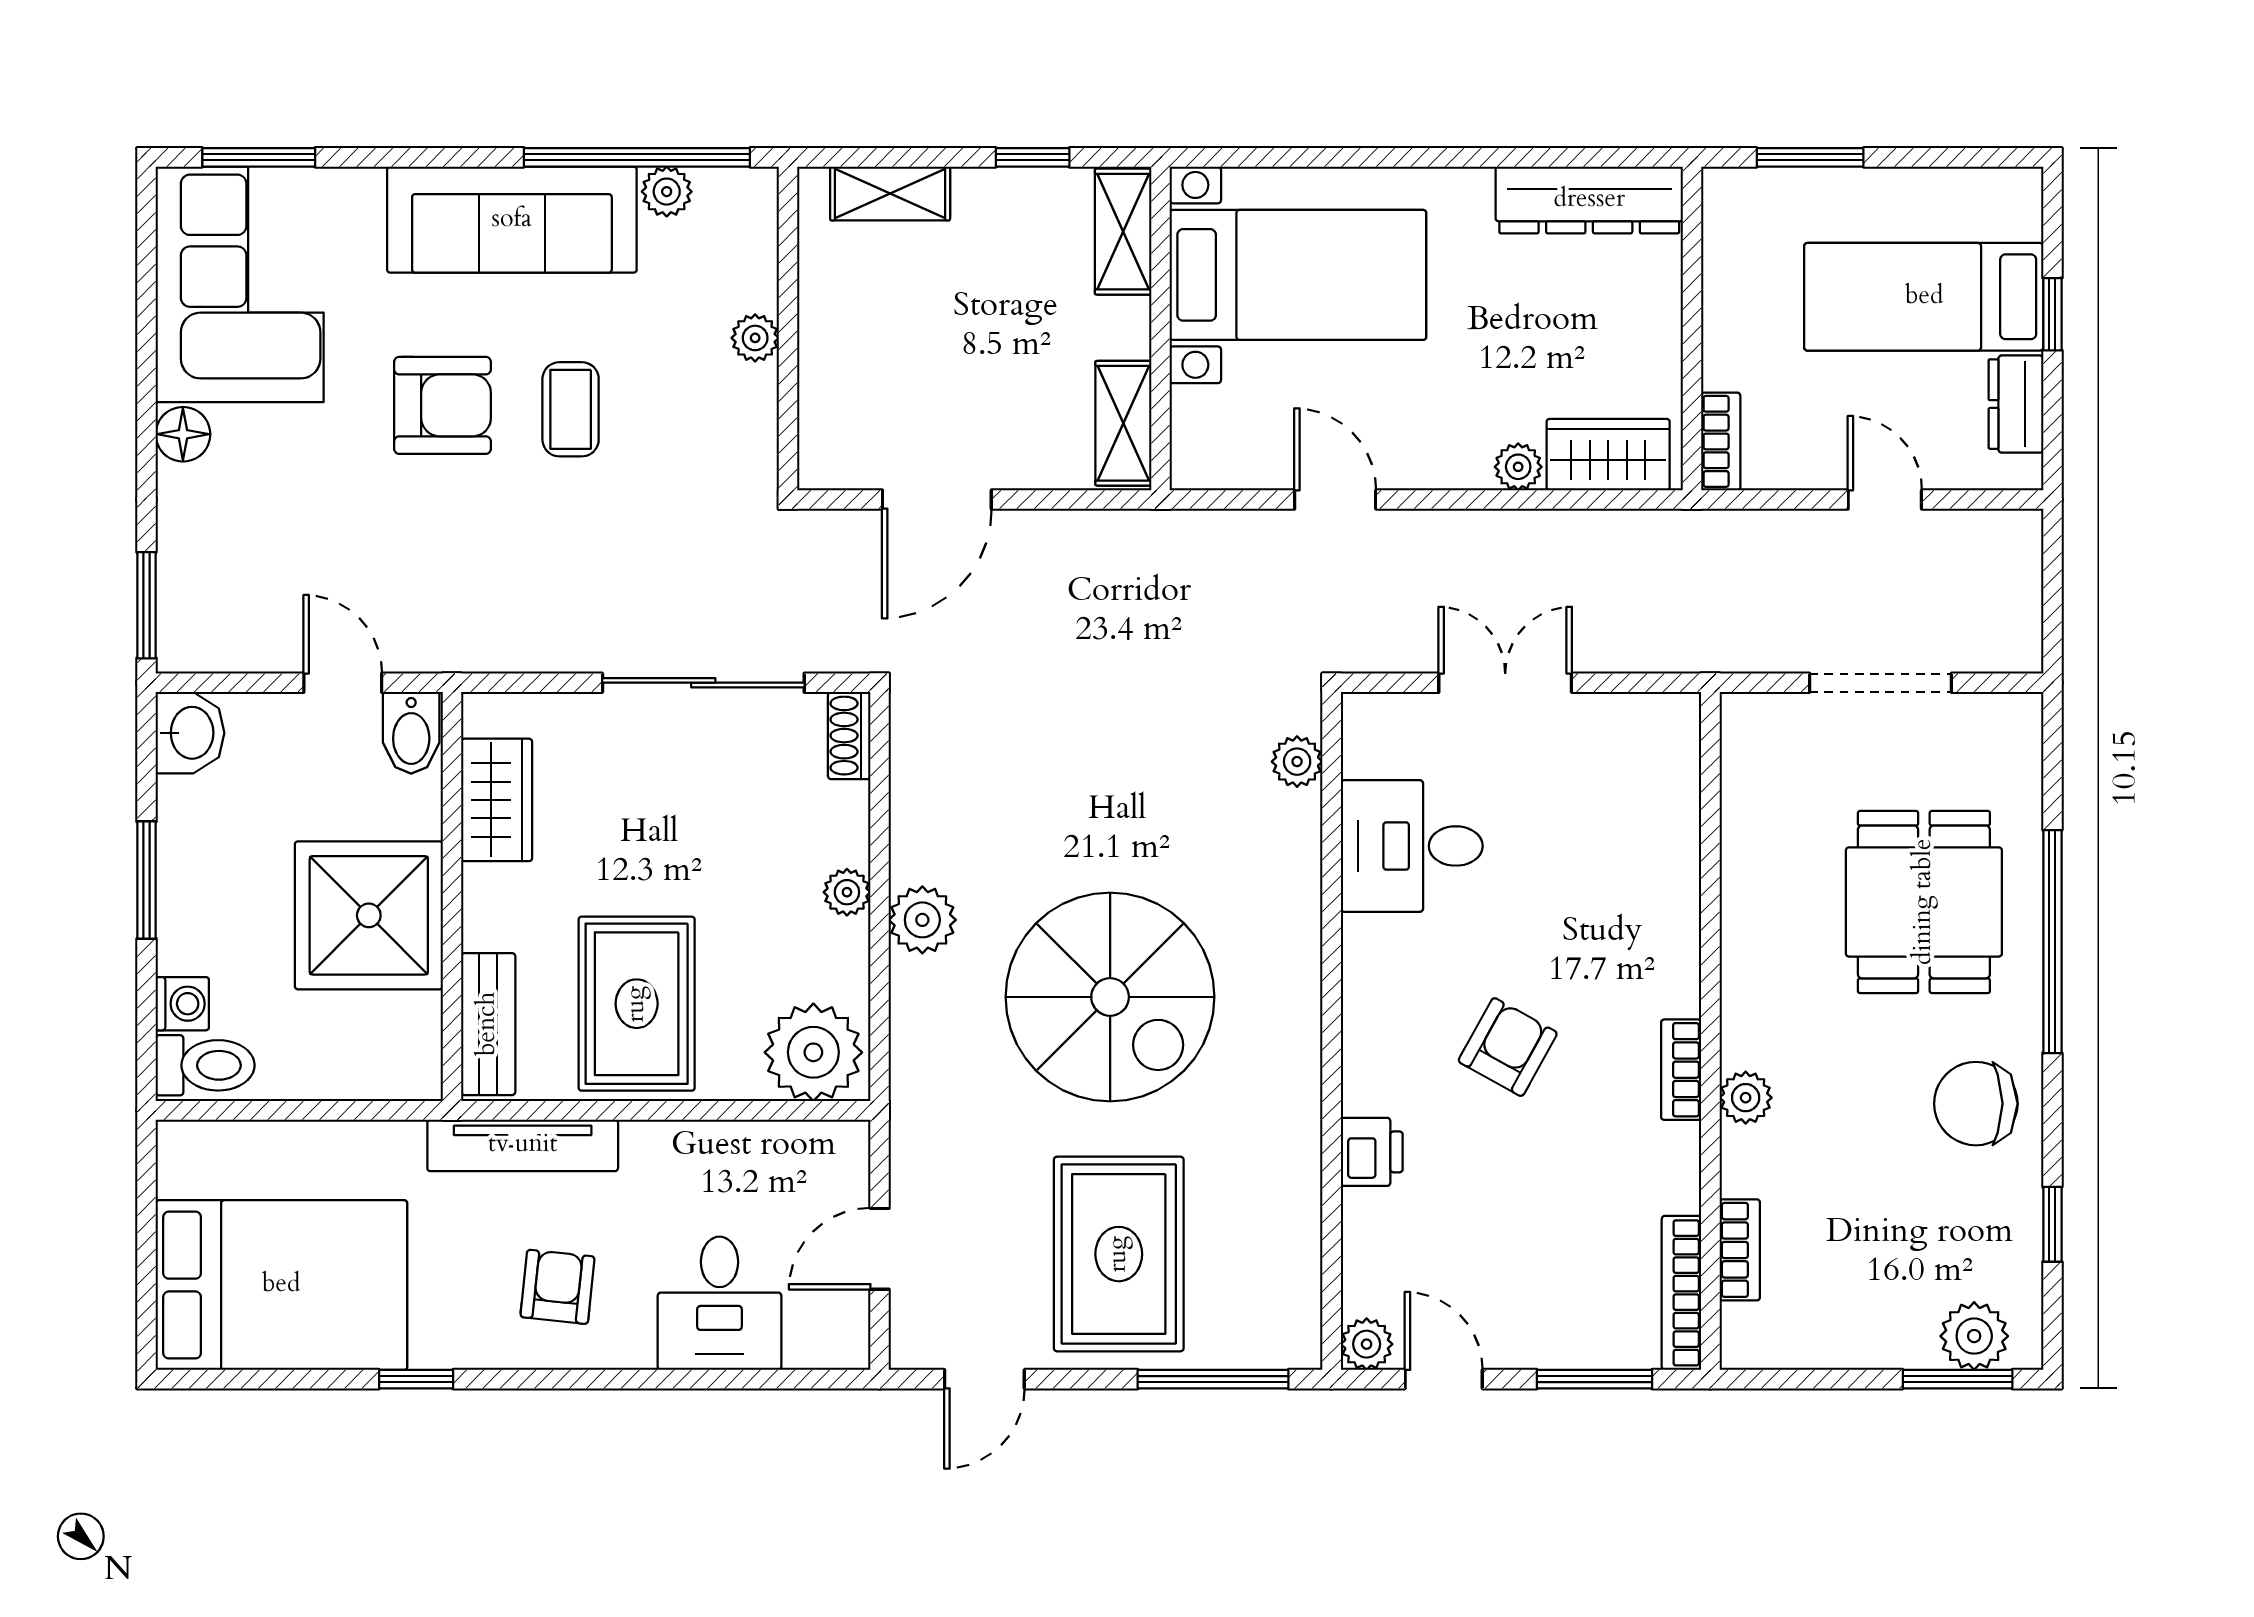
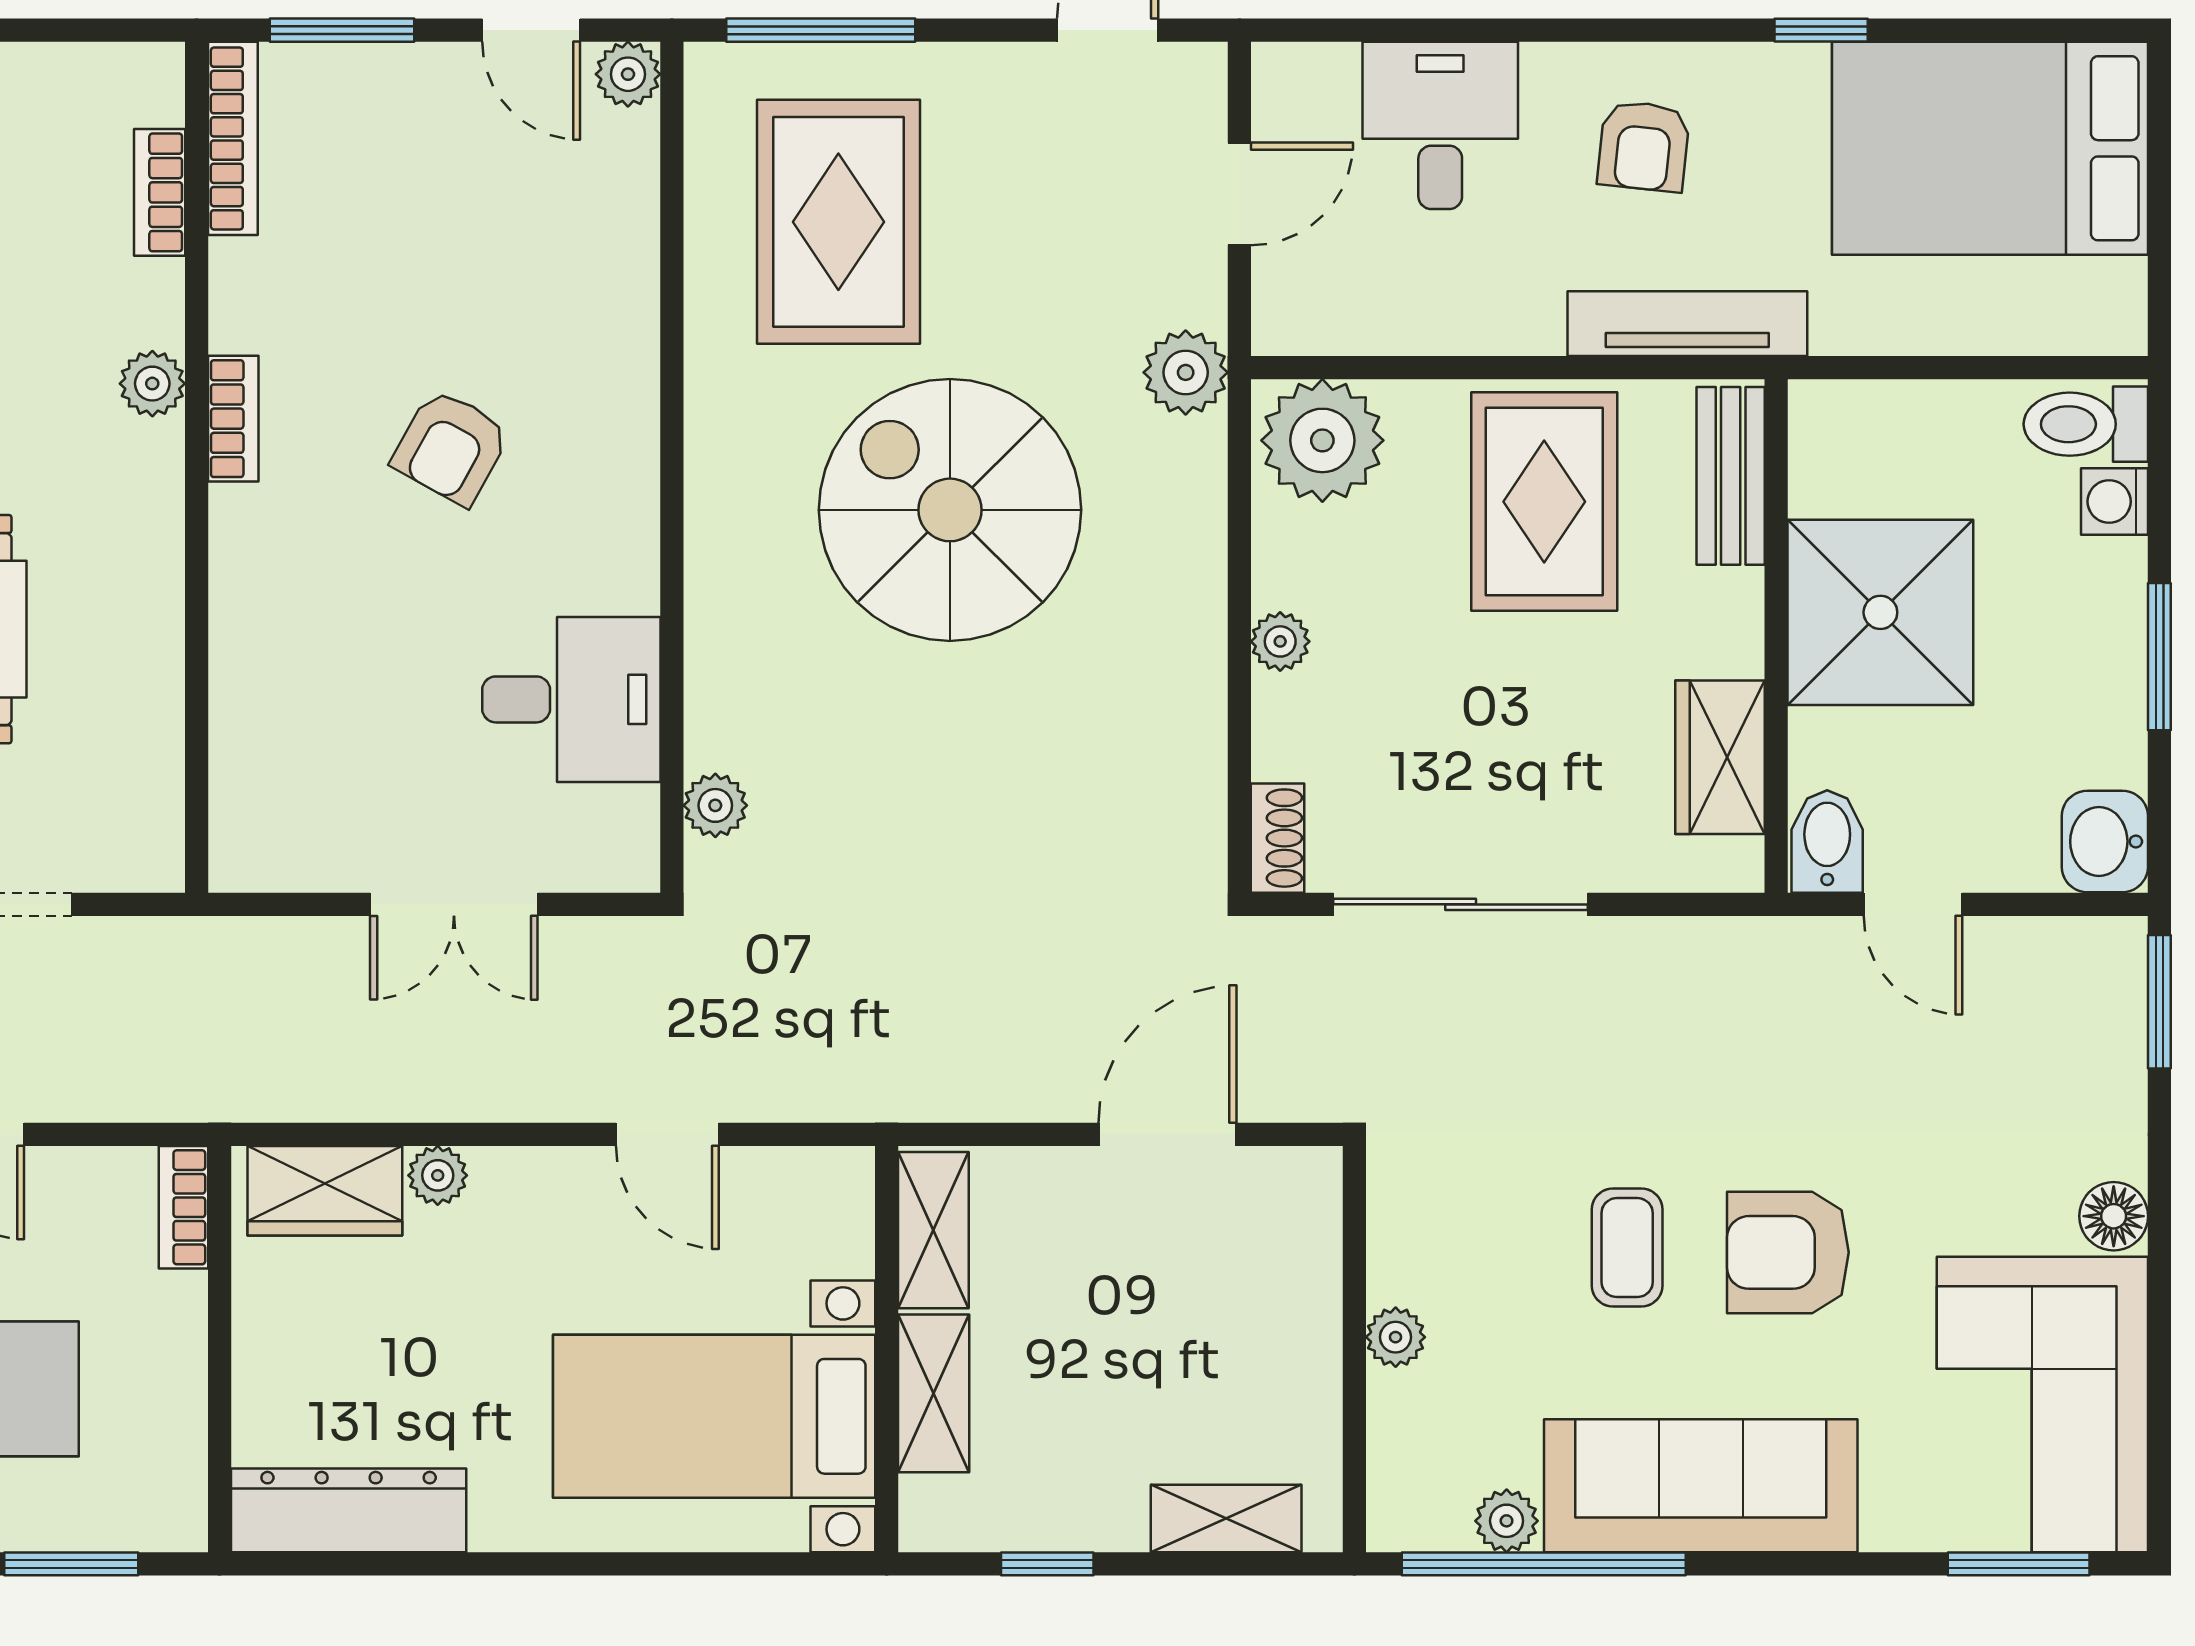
shelving: (1123, 232) -> (934, 1393), moved
plant: (922, 920) -> (1186, 372), moved
printer: (1372, 1152) -> (622, 315), removed
rug: (1119, 1254) -> (838, 222), moved

